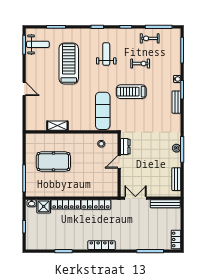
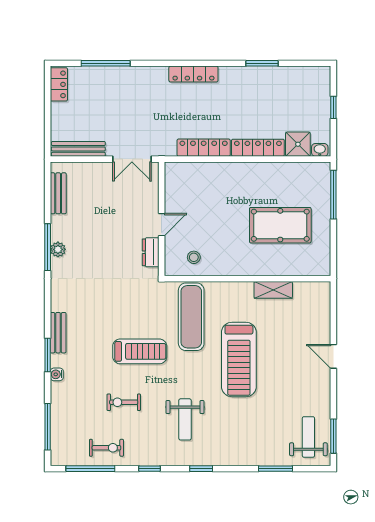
weight bench: (38, 44) -> (308, 437), turned 90
treadmill: (69, 63) -> (239, 359), moved

